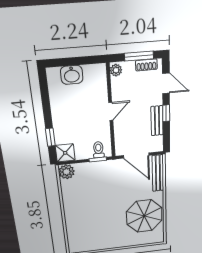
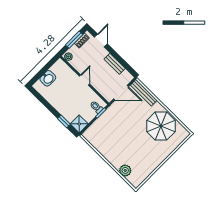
door: (166, 83) -> (101, 41), hinge flipped
window: (166, 113) -> (116, 55), removed
plant: (67, 172) -> (125, 170), moved

